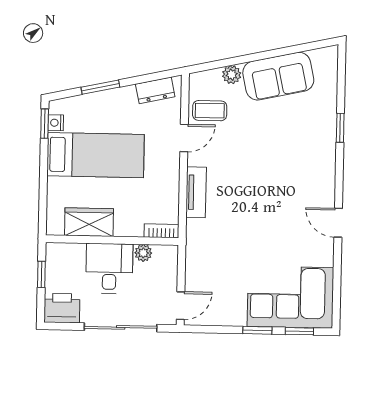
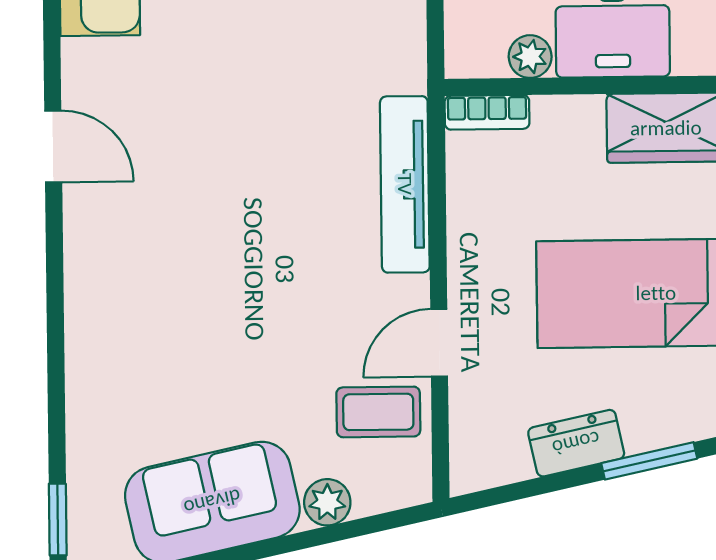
dresser: (155, 90) -> (576, 443), moved
window: (340, 128) -> (58, 520), moved
tv unit: (196, 192) -> (405, 184), width x1.41

